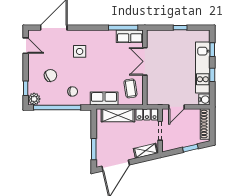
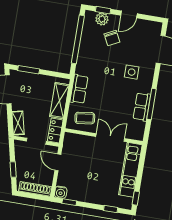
window: (123, 28) -> (152, 104), moved
window: (180, 28) -> (136, 198), moved
row of seats: (130, 36) -> (142, 107), moved
door: (26, 46) -> (129, 14), moved
kitchen unit: (203, 67) -> (130, 170), moved, turned -90
window: (212, 75) -> (69, 202), moved
chair: (73, 91) -> (92, 58), removed
plant: (34, 99) -> (102, 19), moved

